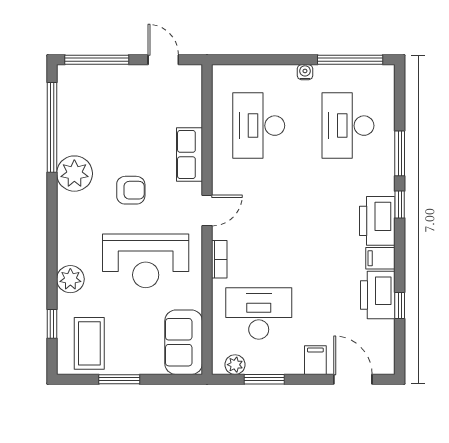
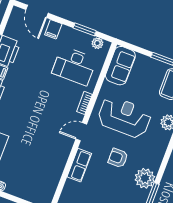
desk: (259, 126) -> (36, 167), removed

